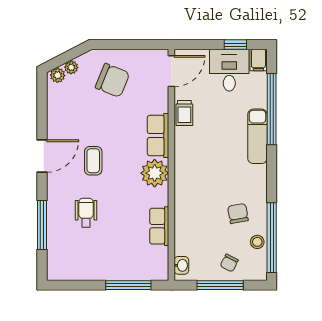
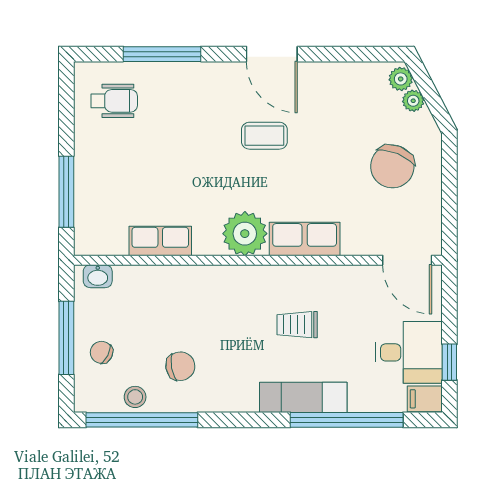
trolley: (184, 113) -> (297, 325), moved
wheelchair: (86, 213) -> (114, 101), moved

